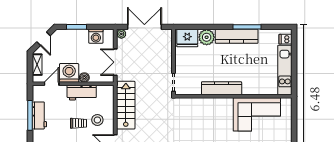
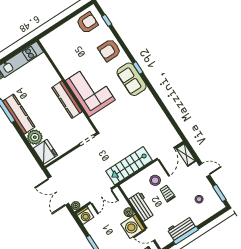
washing machine: (96, 36) -> (85, 216), moved, turned 90
corner sofa: (257, 114) -> (90, 90), moved

